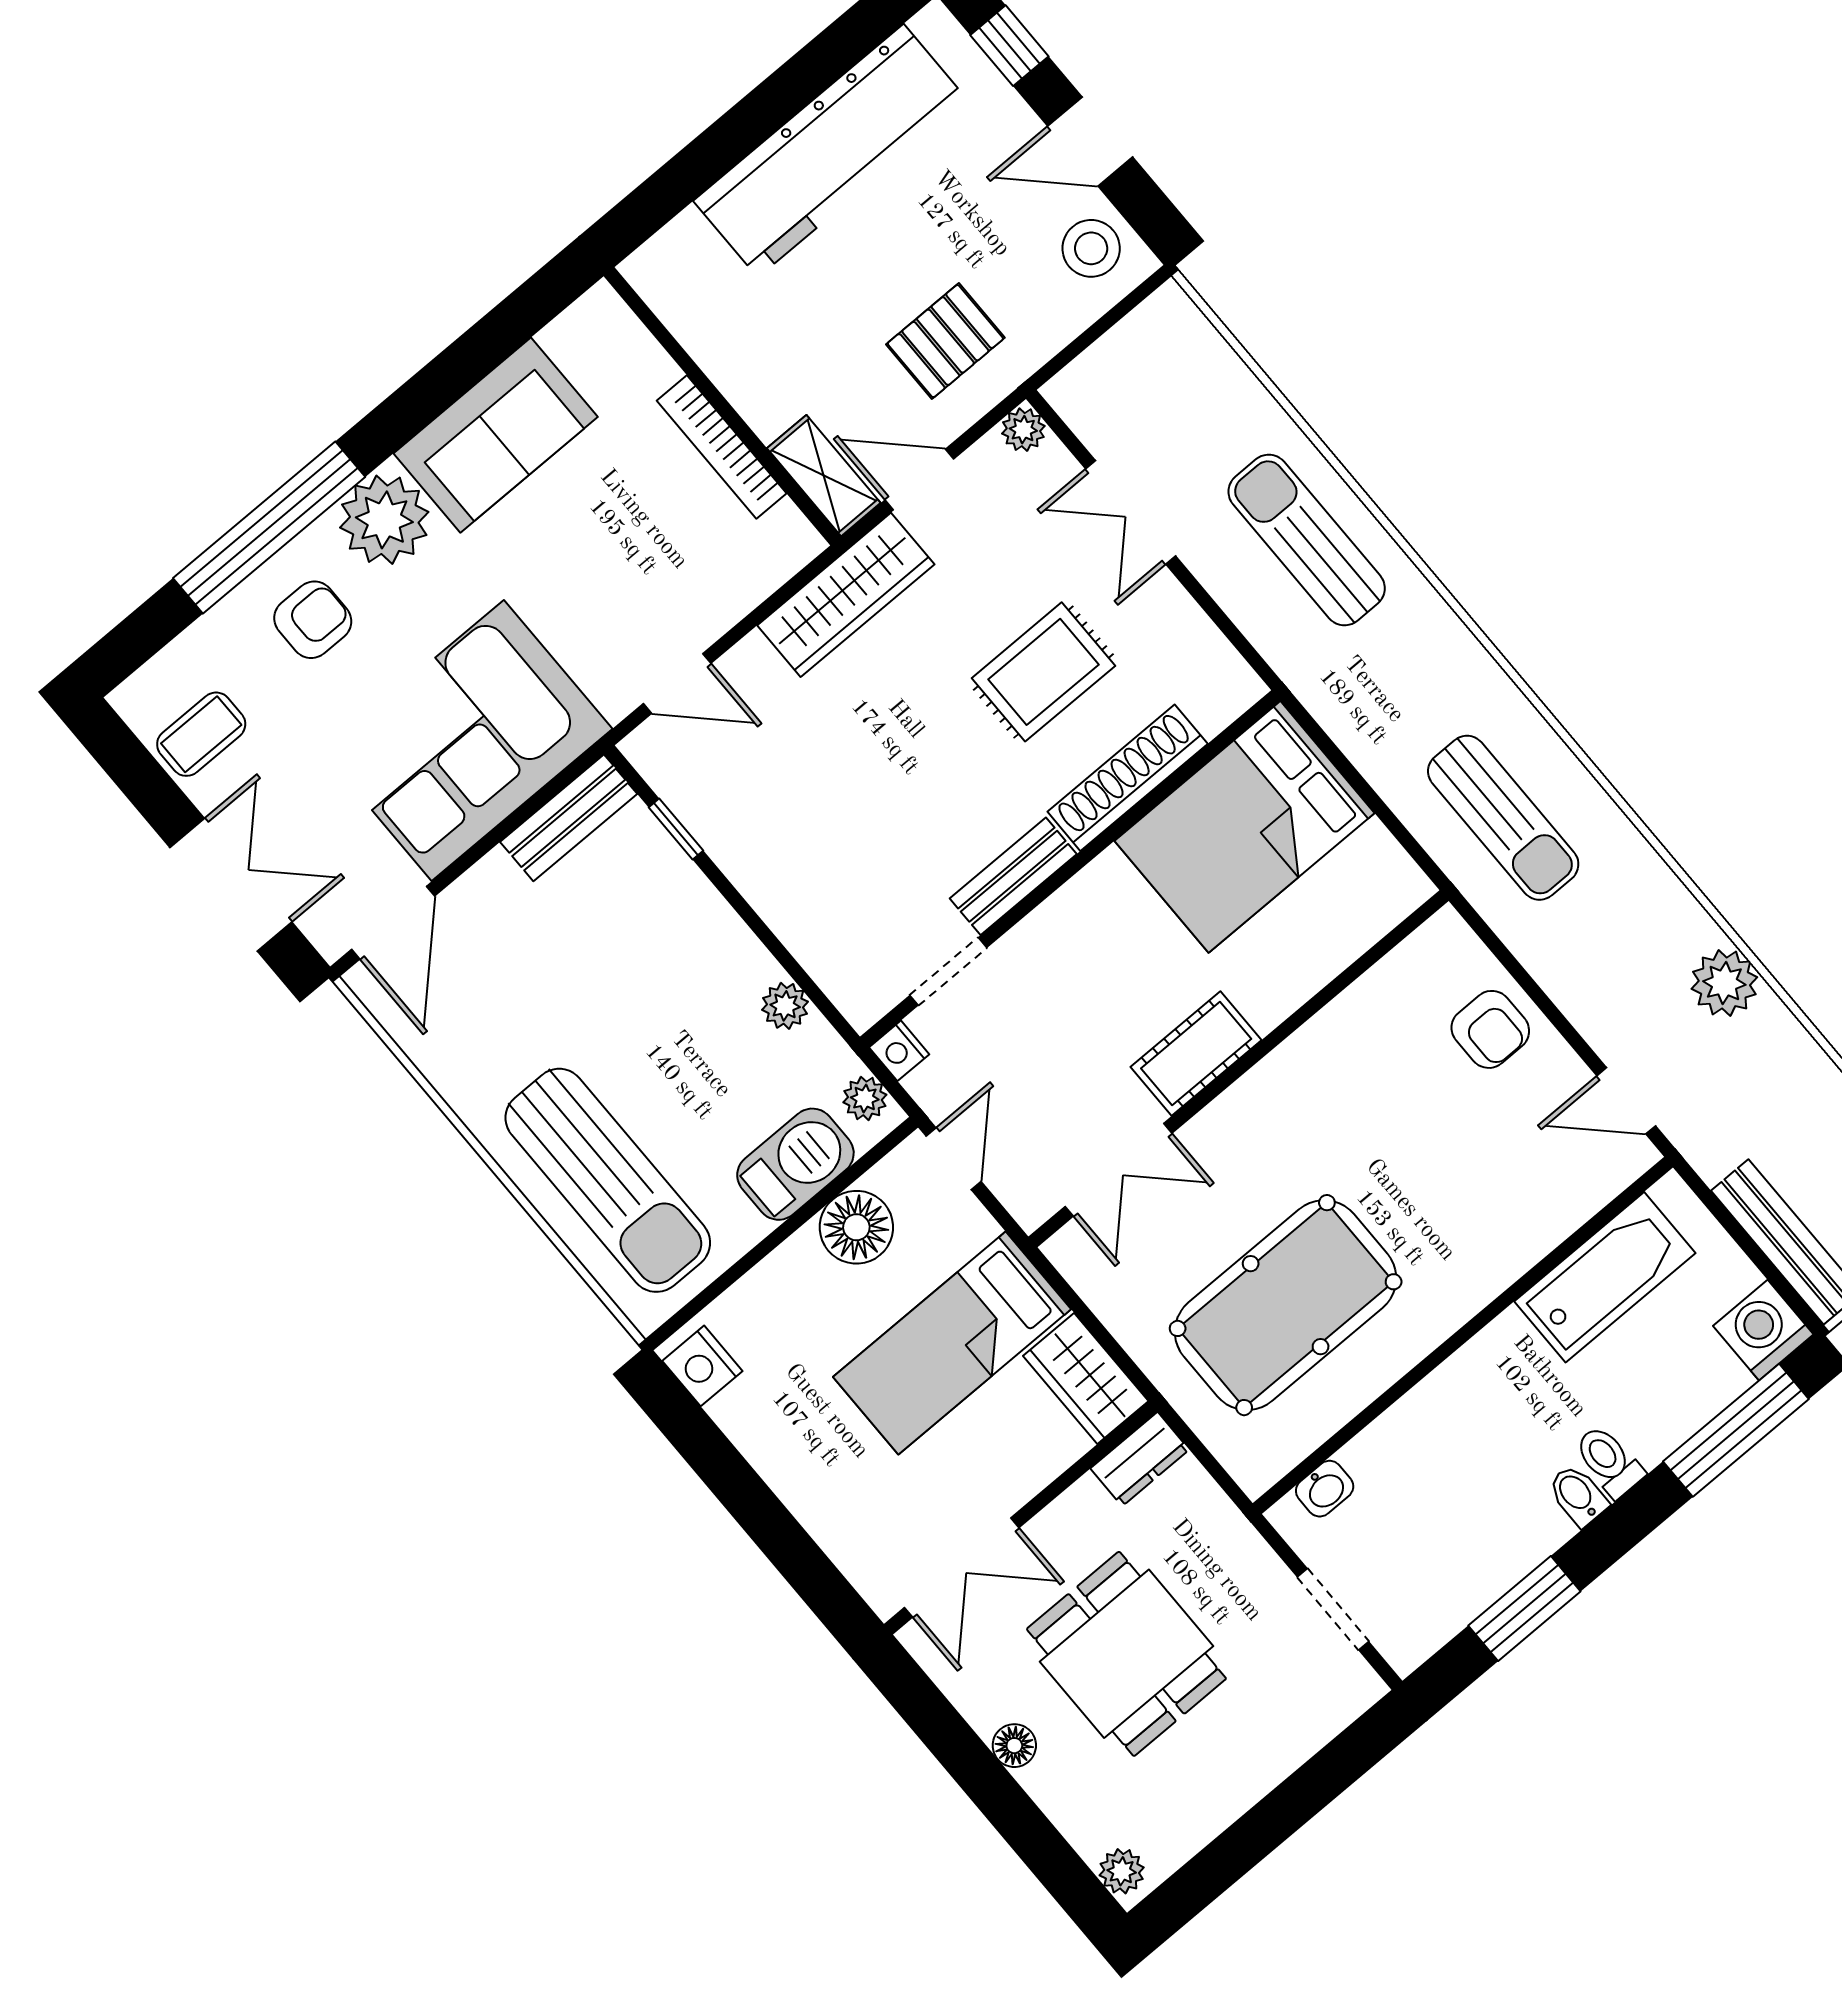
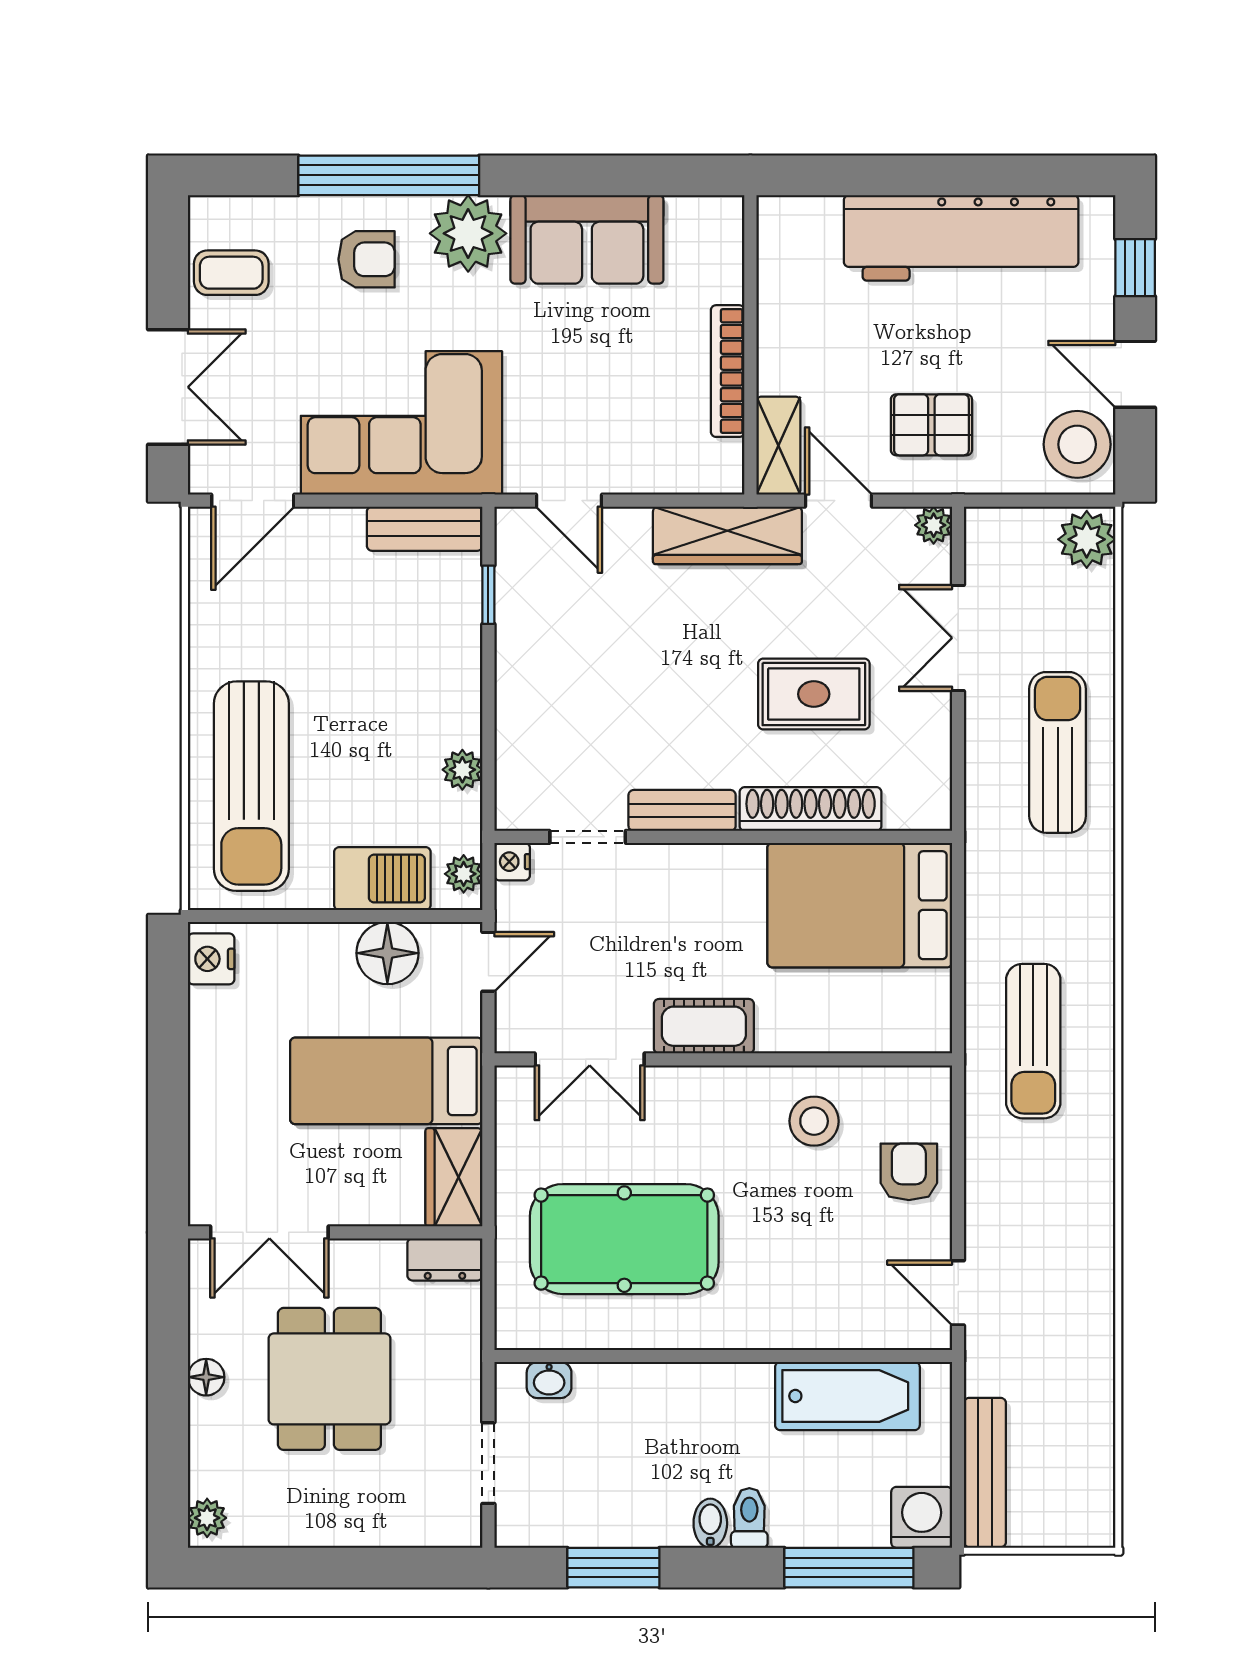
stool: (1091, 248) -> (1077, 444), width x1.38, depth x1.38
plant: (1724, 983) -> (1087, 539), moved
armchair: (1490, 1029) -> (909, 1172), turned 180
stool: (1367, 1056) -> (814, 1121), added

